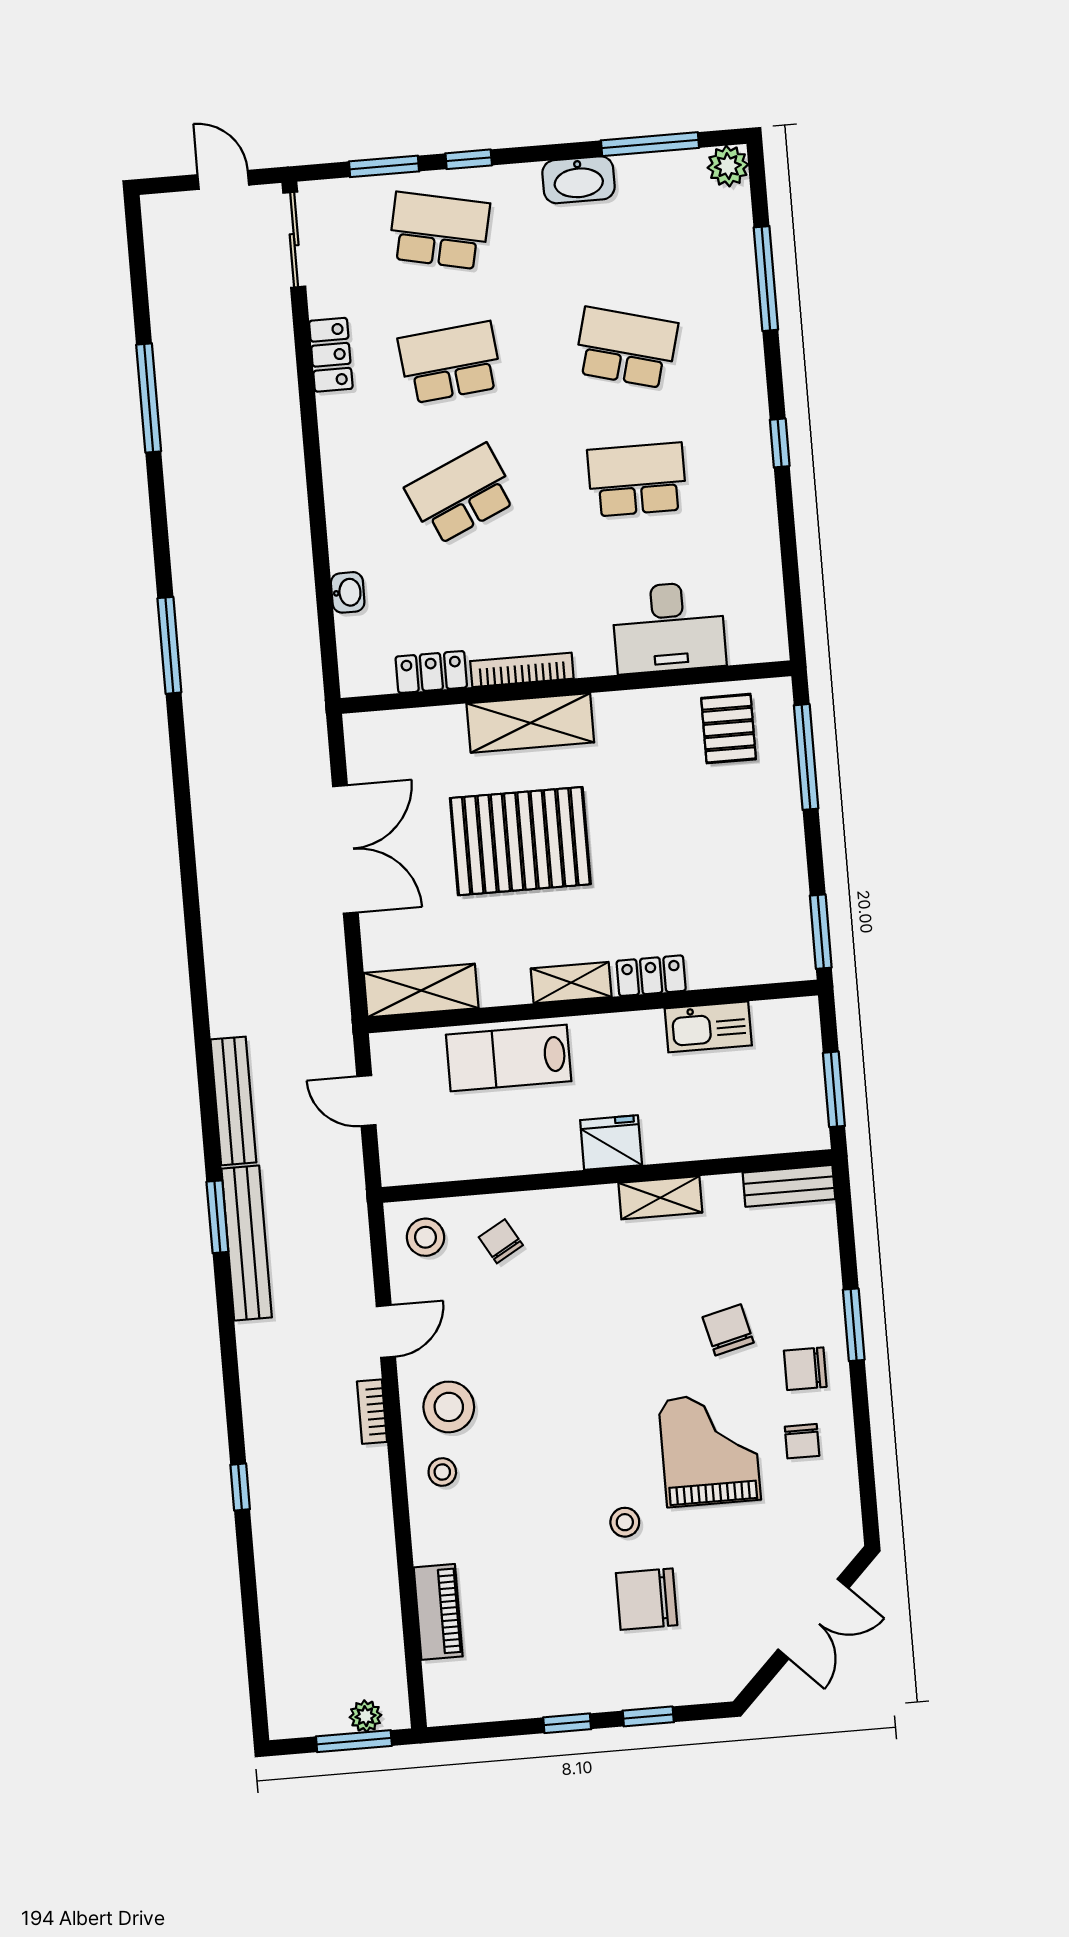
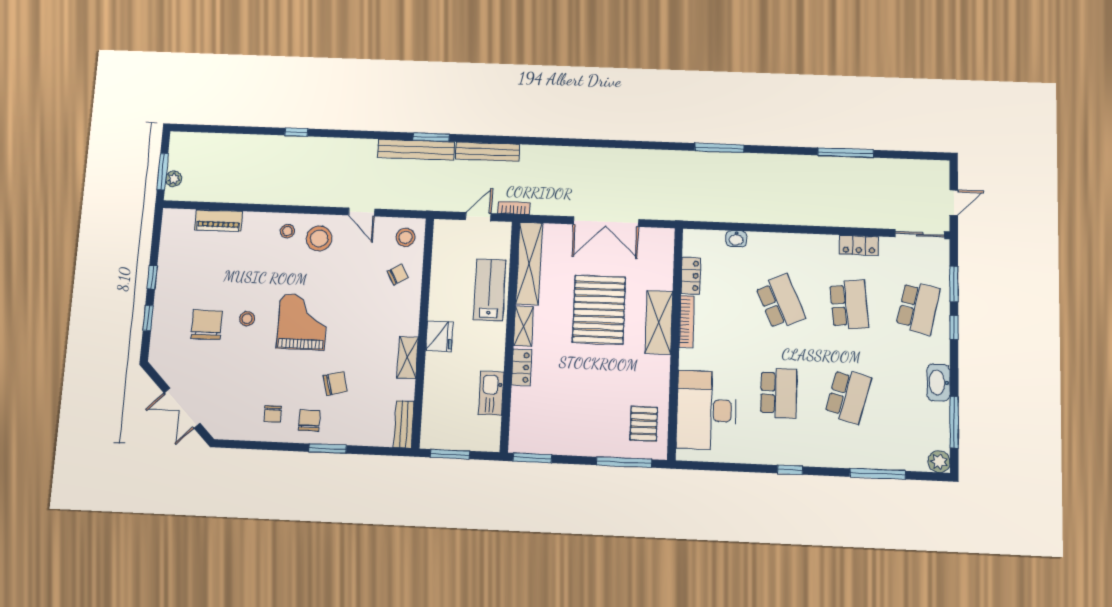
desk: (669, 627) -> (706, 410), width x1.36, depth x1.30
pallet: (729, 729) -> (644, 424), turned 90
shelving: (421, 991) -> (529, 264), width x1.47
bookcase: (372, 1412) -> (514, 208), moved
chair: (802, 1441) -> (273, 414), turned -90
grand piano: (710, 1449) -> (302, 322), moved, turned -90

